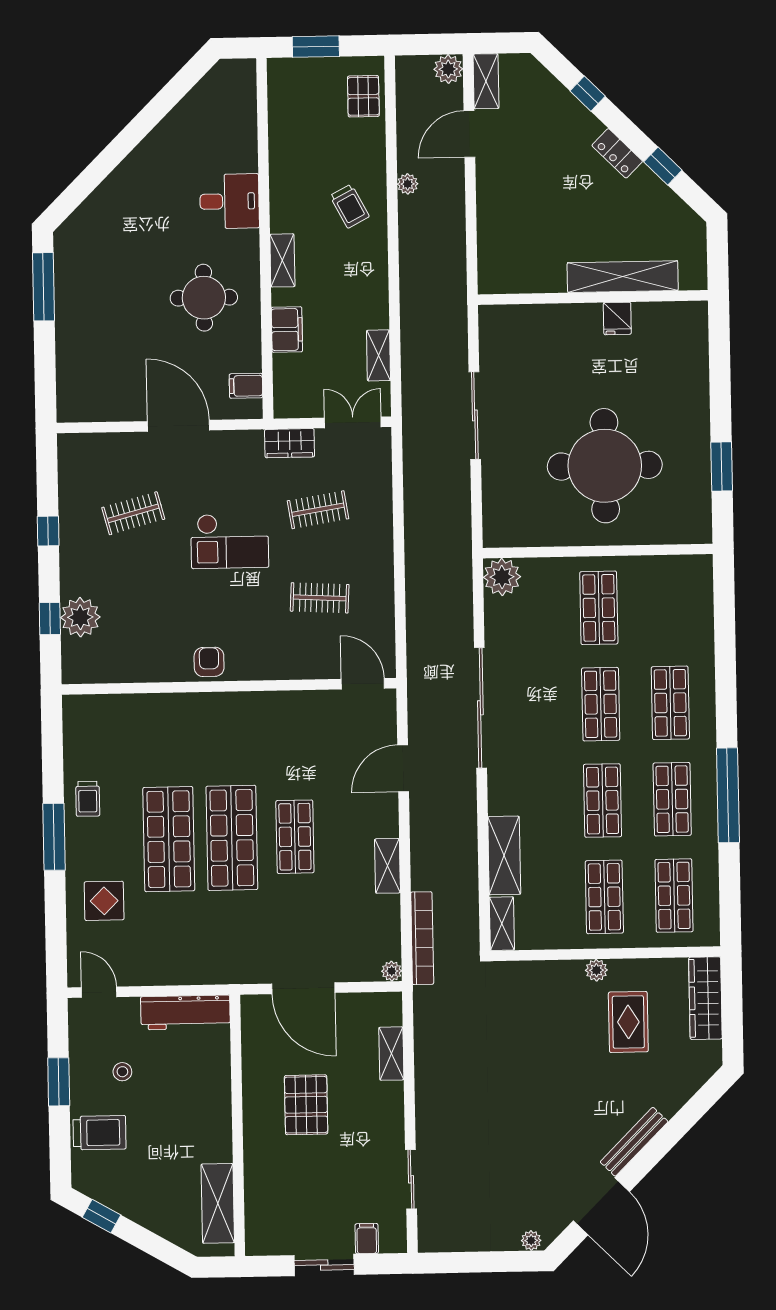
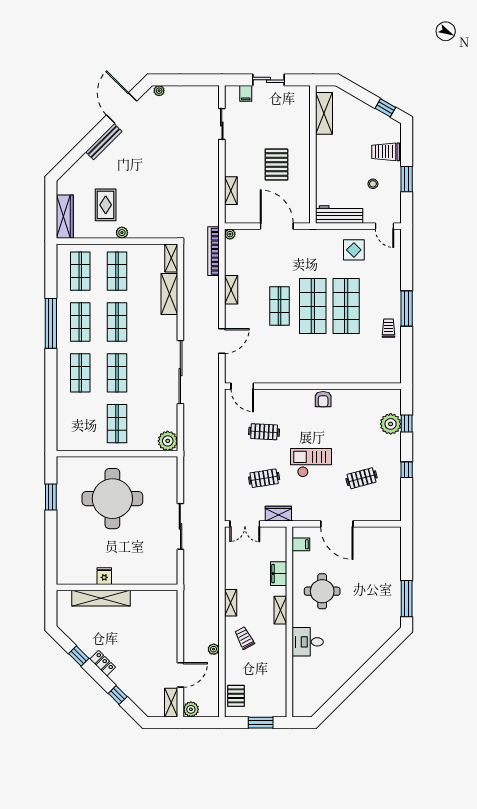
shelving: (378, 355) -> (231, 603), moved
display table: (104, 901) -> (354, 250), moved

